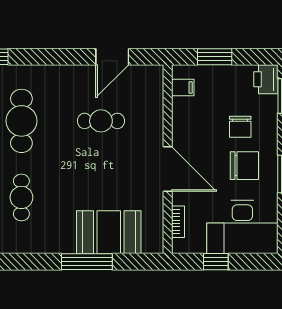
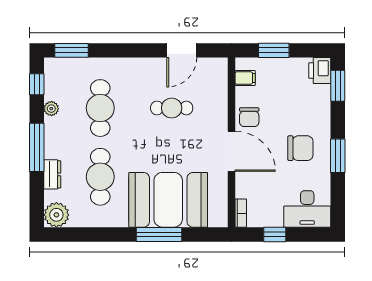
chair: (240, 127) -> (249, 117), moved
cafe table: (21, 197) -> (100, 177), width x1.37, depth x1.35
bookcase: (178, 222) -> (241, 213), moved
desk: (242, 227) -> (307, 209), width x0.73, depth x0.77
booth: (109, 232) -> (168, 200), width x1.36, depth x1.42

